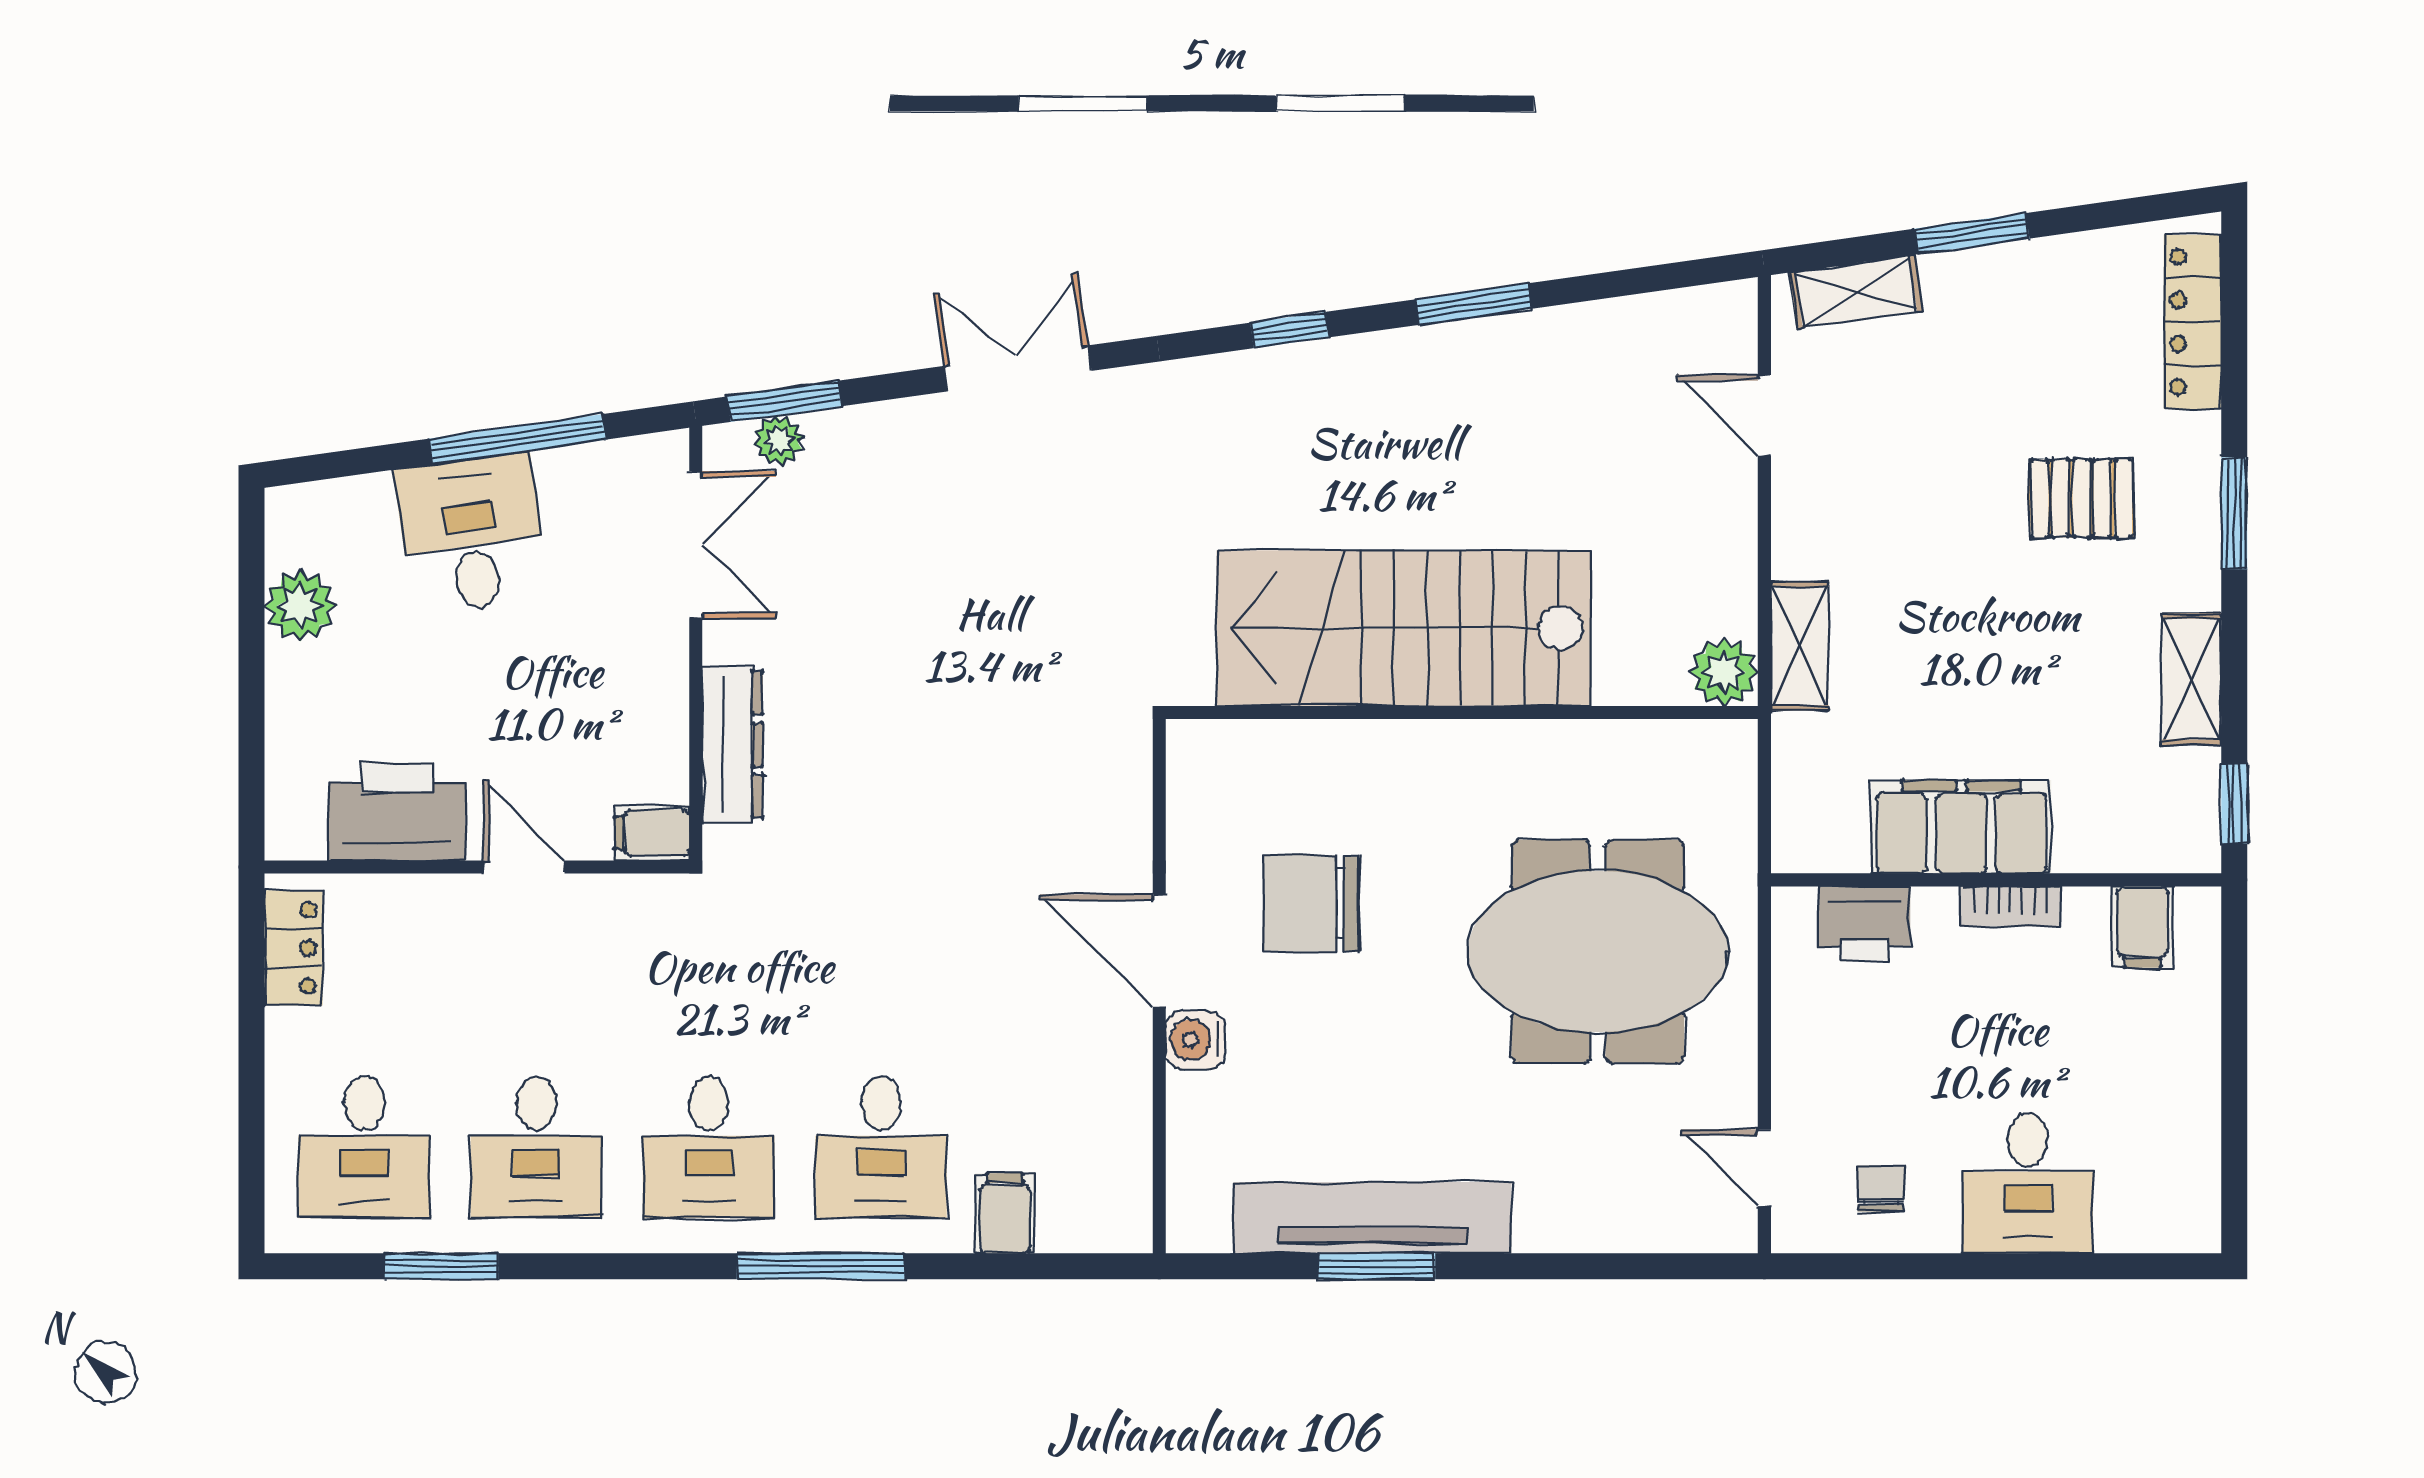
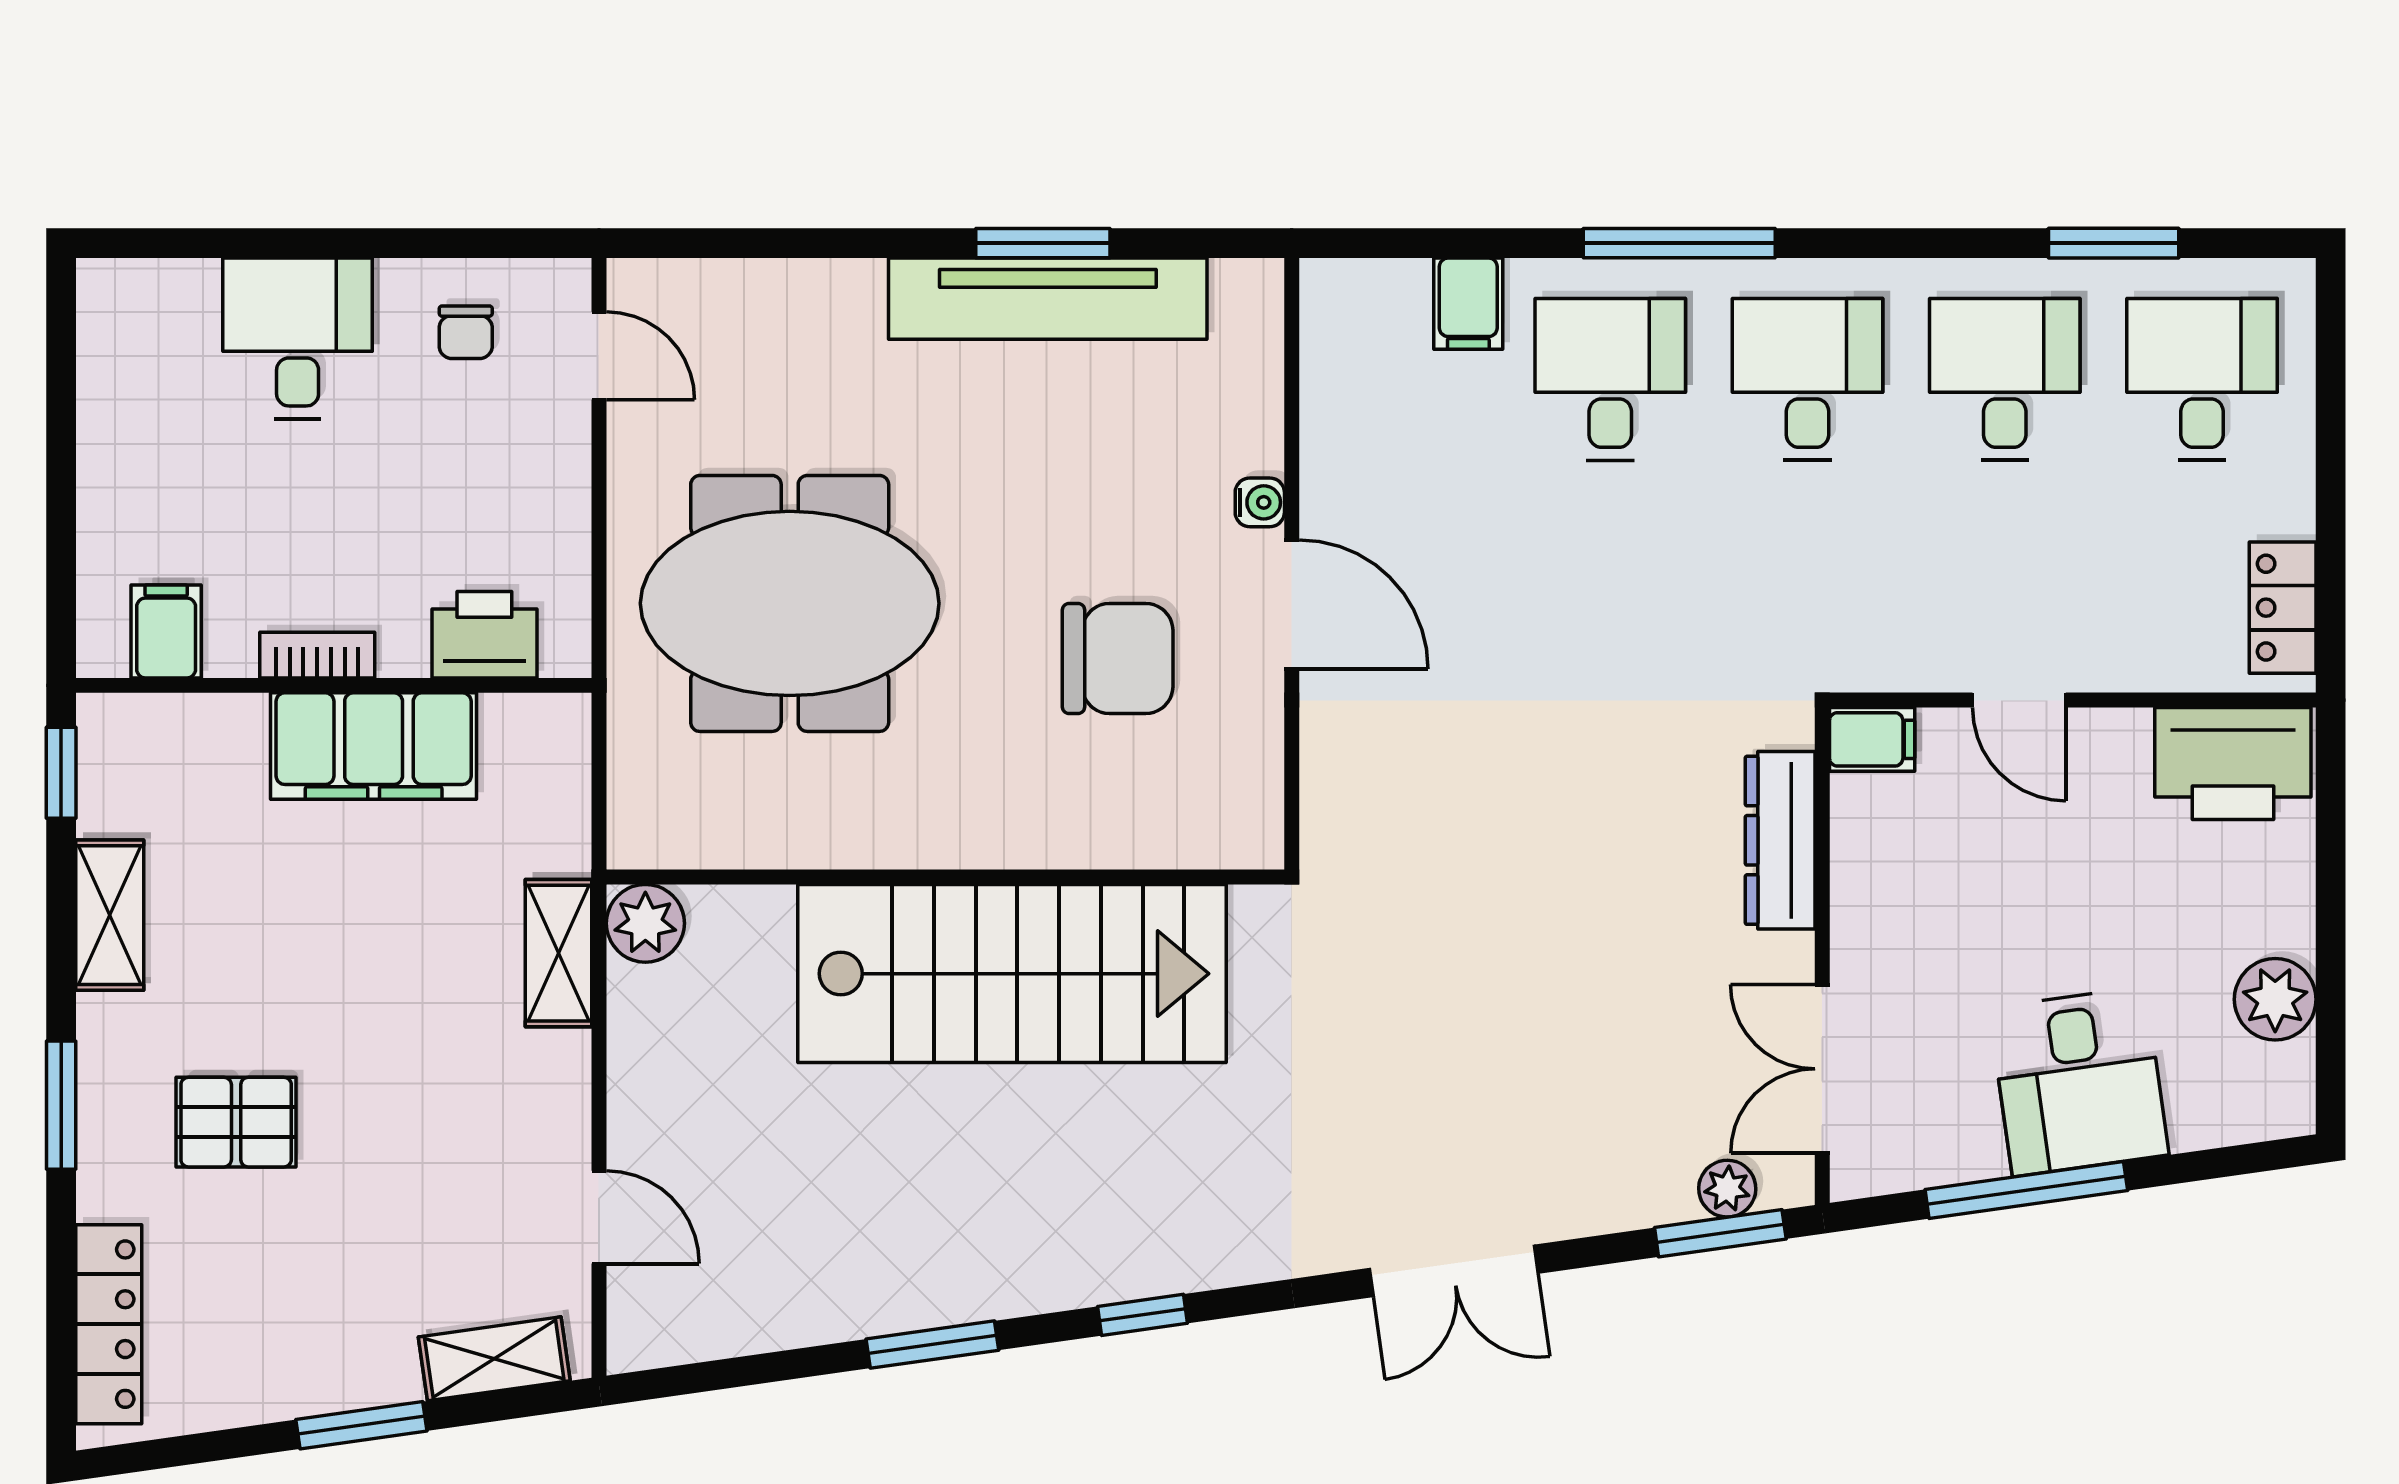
printer: (397, 812) -> (2233, 764), moved
water cooler: (1195, 1040) -> (1260, 502), width x0.72, depth x0.72

